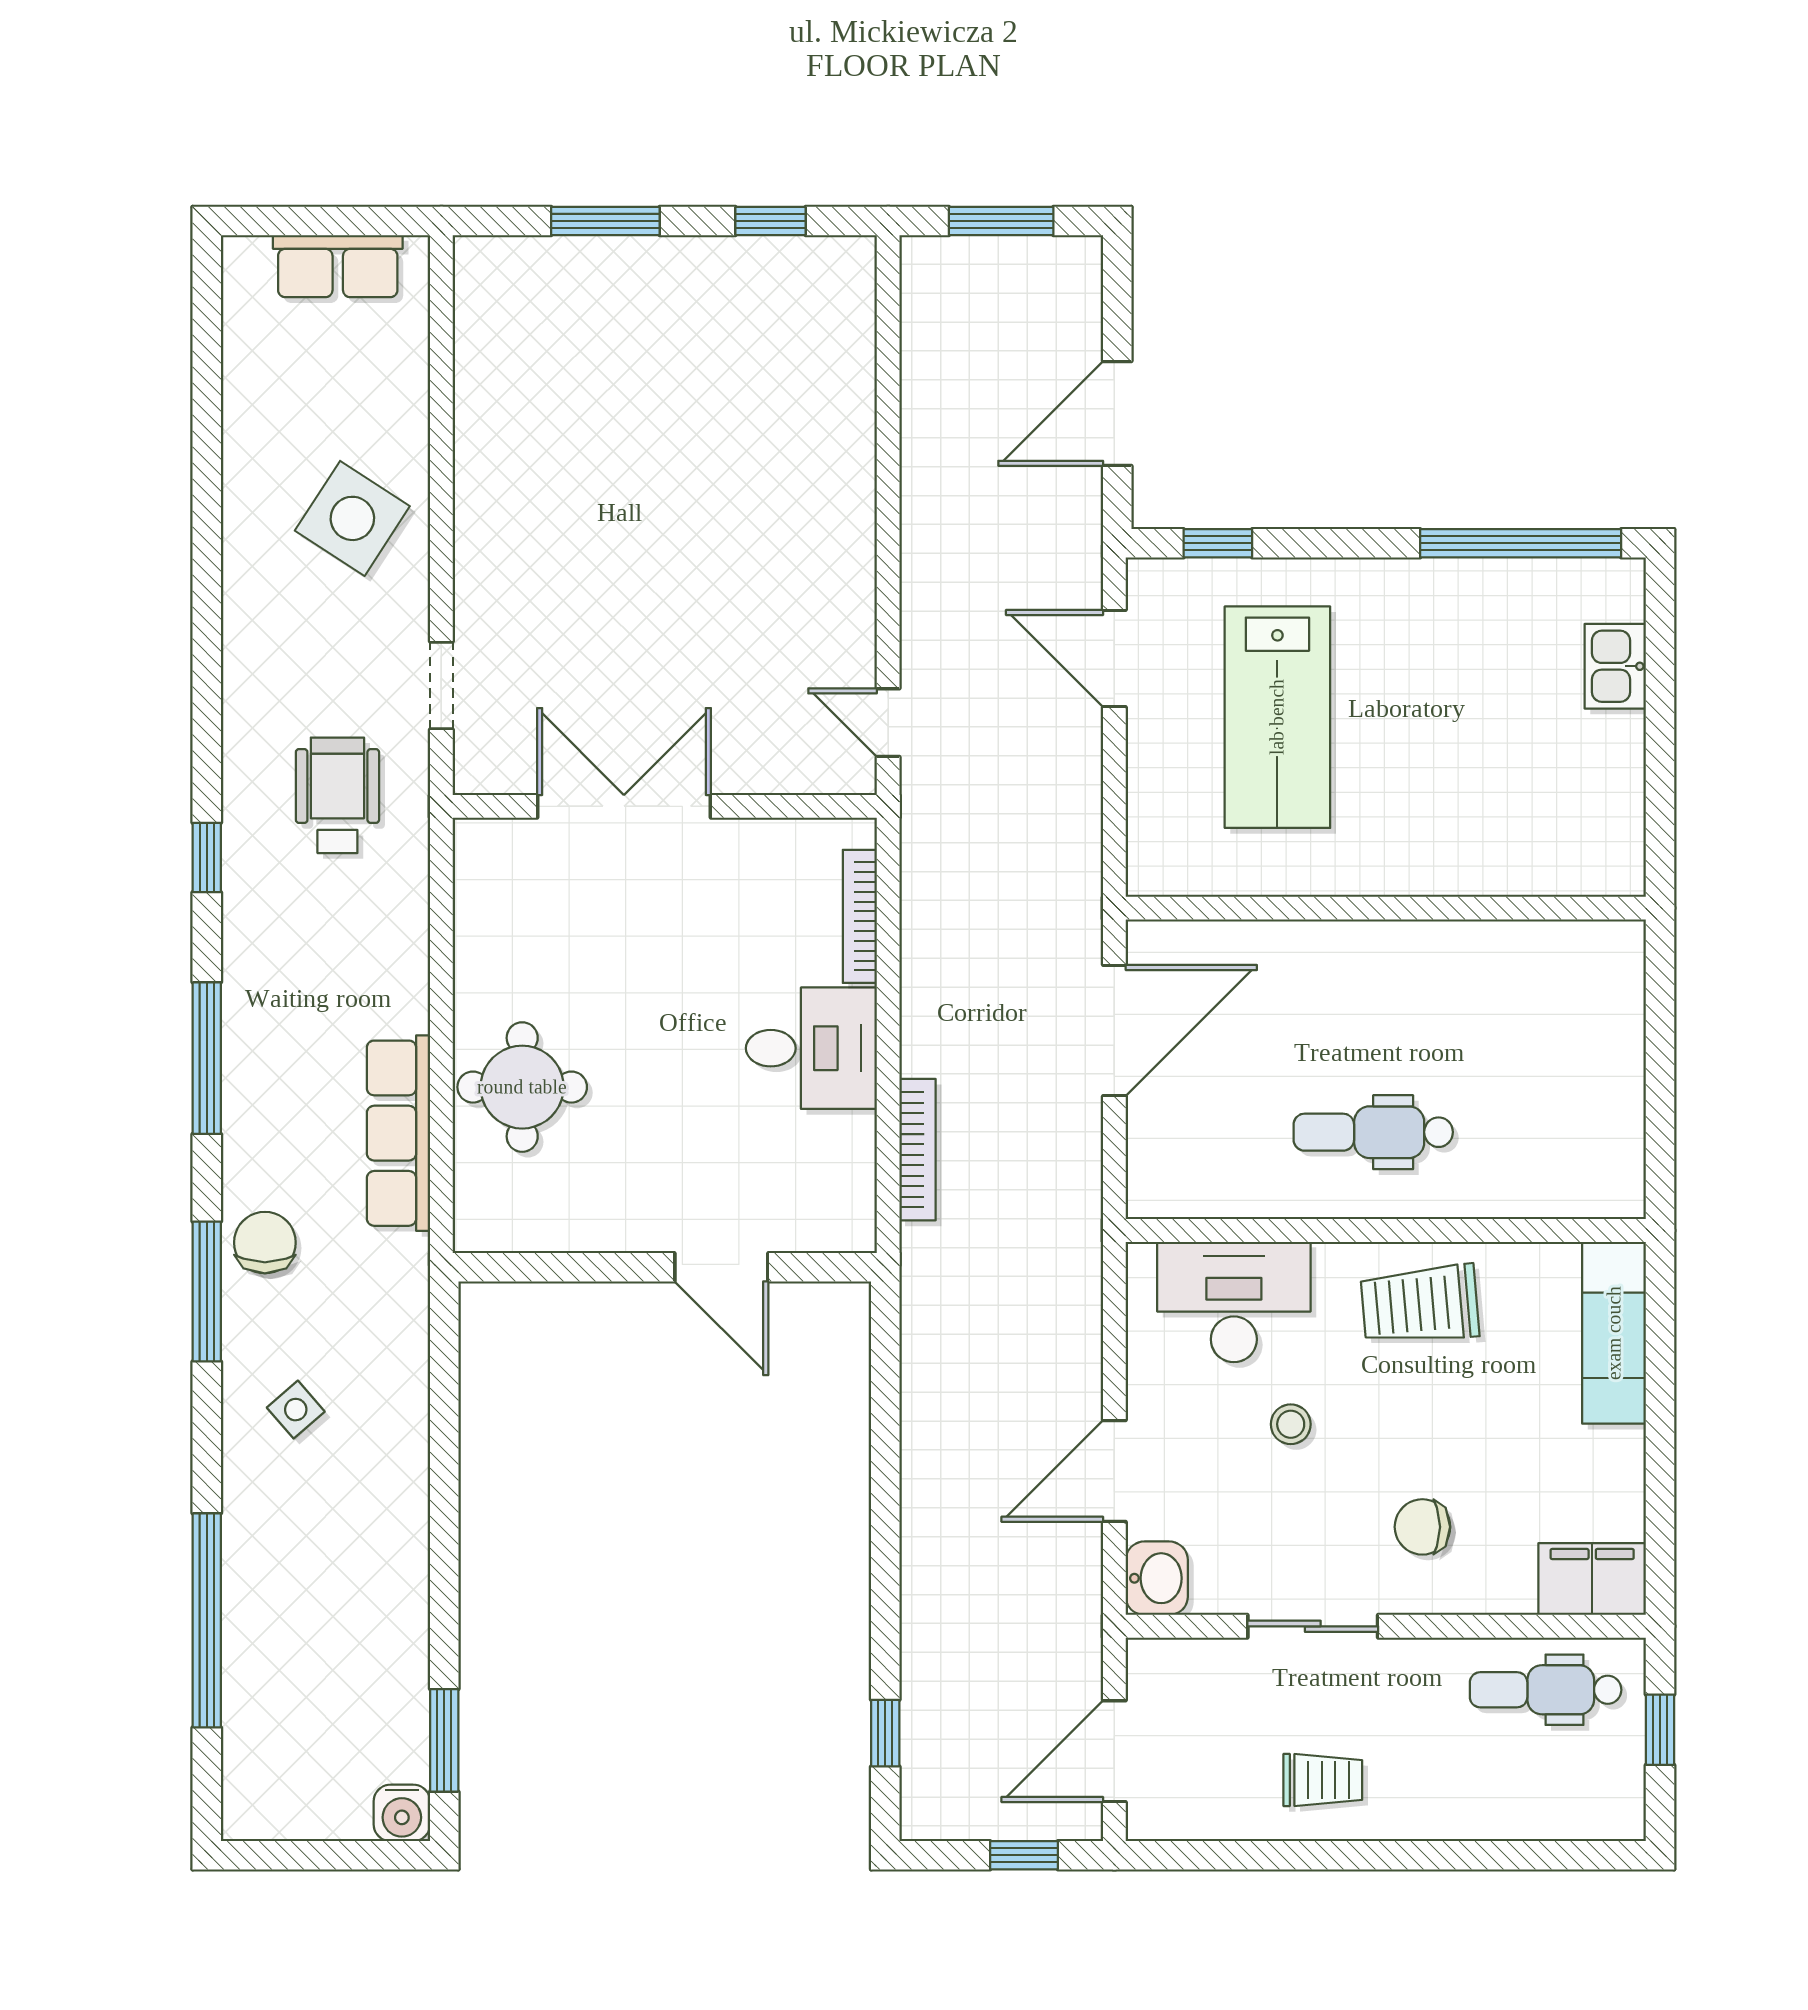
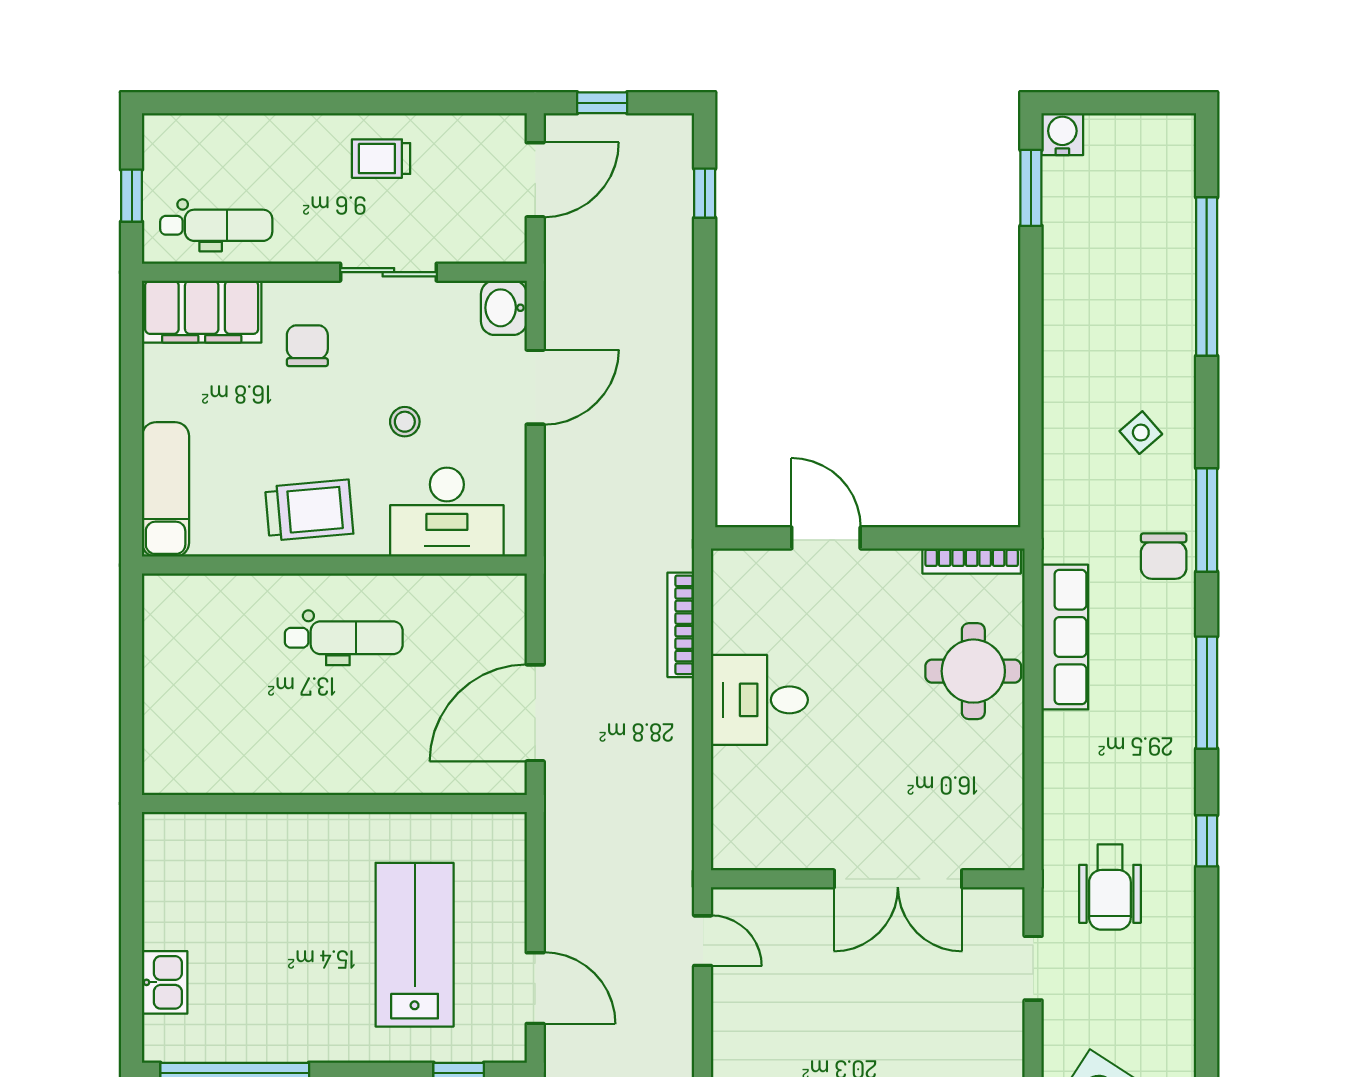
bookcase: (860, 916) -> (972, 561), moved, turned 90
chair: (1422, 1527) -> (307, 346), turned -90
filing cabinet: (1592, 1579) -> (202, 312), width x1.50, depth x1.17

